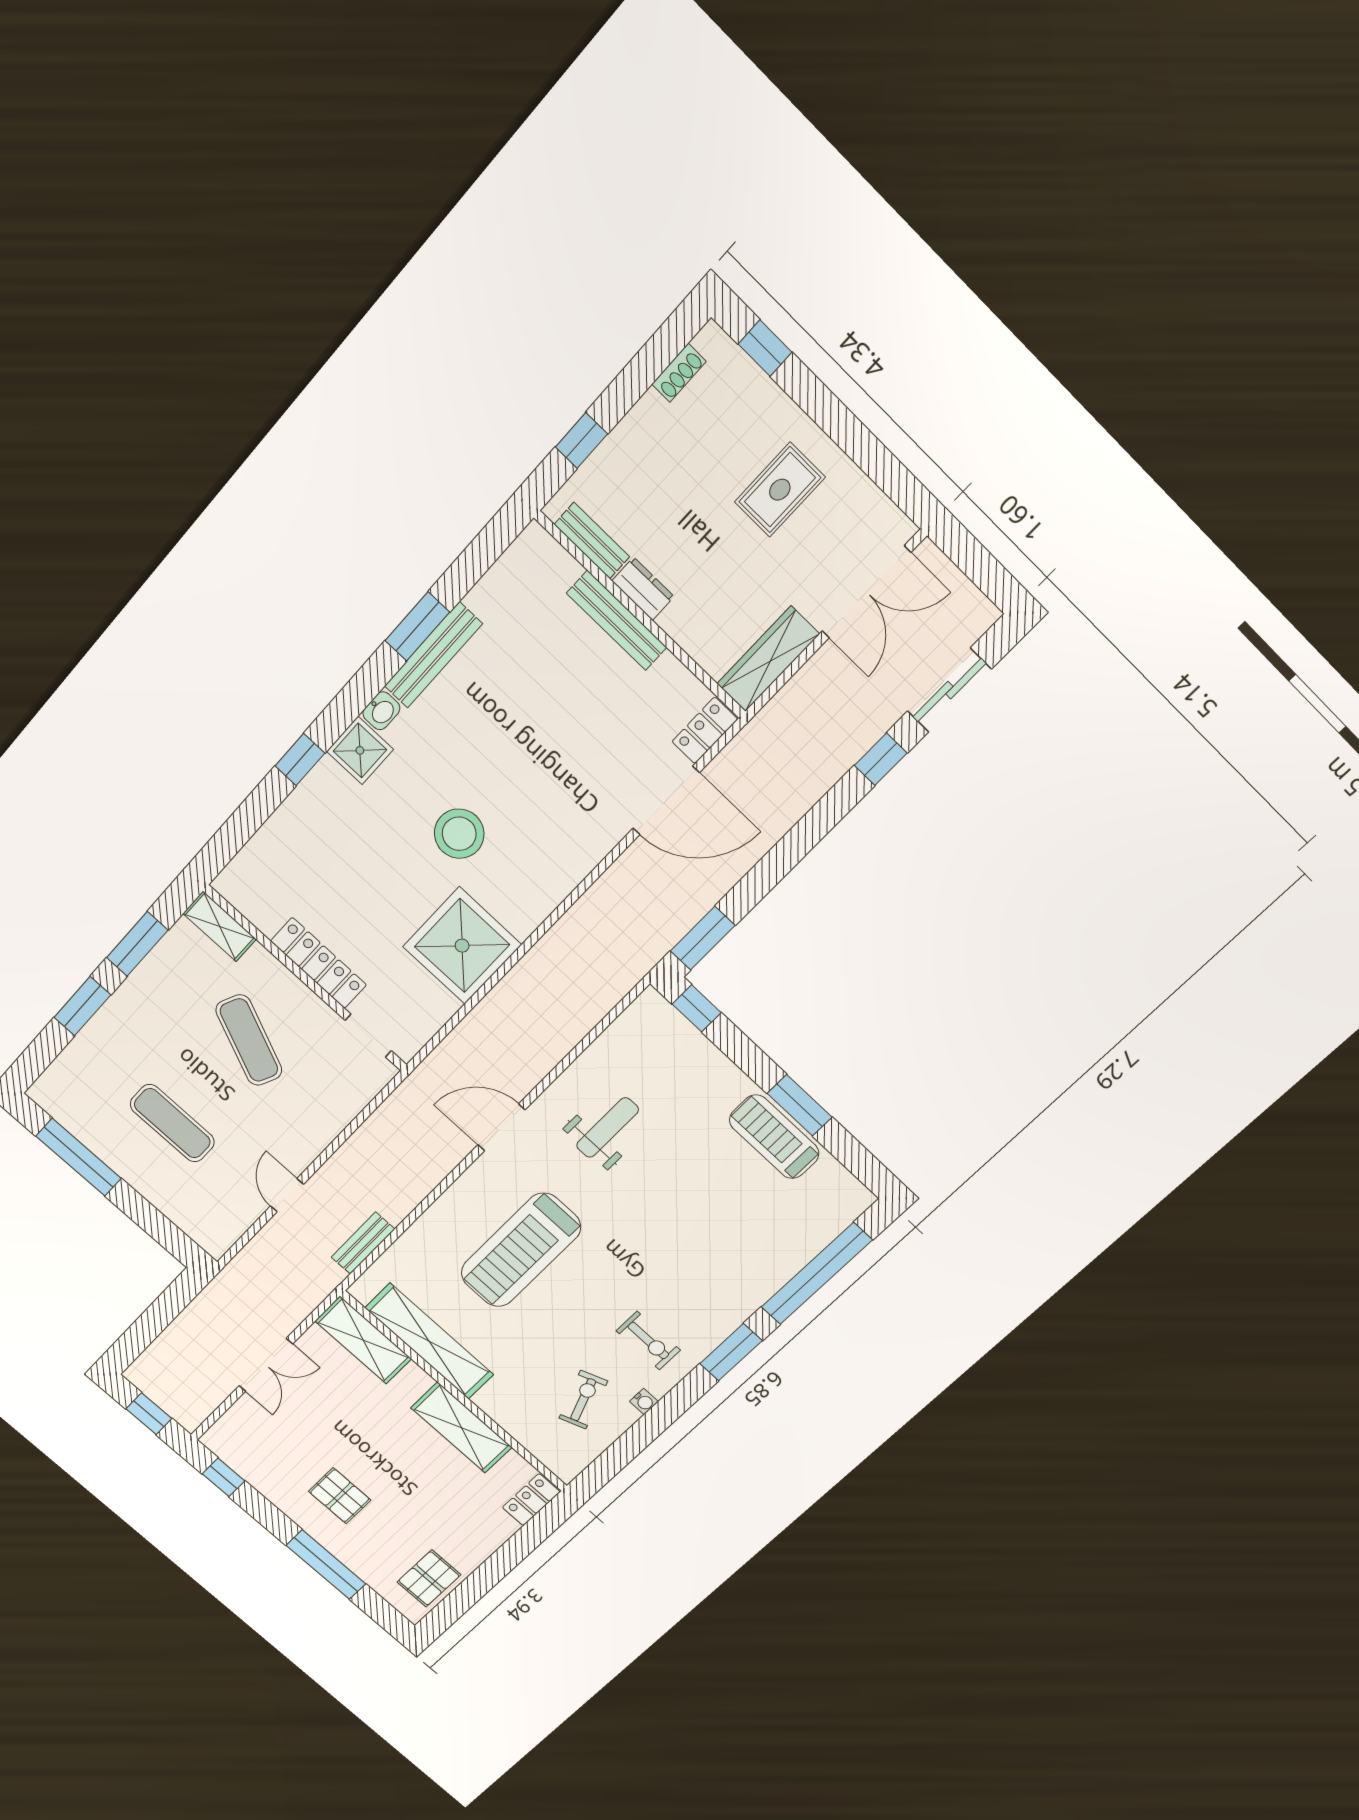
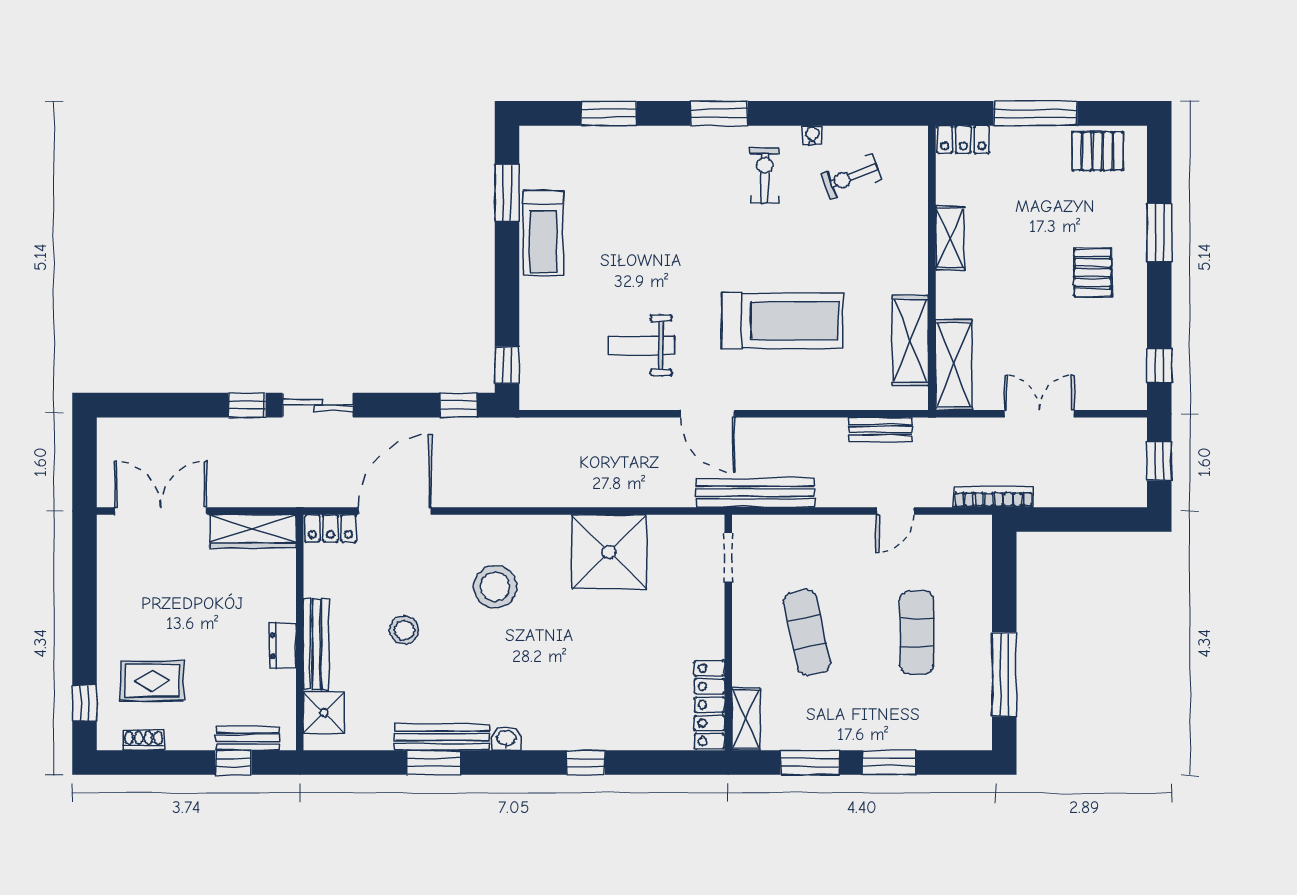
rug: (780, 490) -> (152, 681), moved
bench: (592, 541) -> (248, 738), moved, turned 90
sliding door: (949, 690) -> (318, 405), moved
stool: (557, 711) -> (404, 630), added
shower: (360, 750) -> (324, 713), moved
door: (666, 801) -> (395, 511), hinge flipped
stool: (459, 834) -> (495, 587), moved
window: (703, 938) -> (459, 405), width x0.67
locker: (319, 963) -> (709, 705), moved
exercise mat: (249, 1040) -> (807, 632), turned -36
bench: (402, 1105) -> (755, 493), added
window: (800, 1105) -> (507, 193), moved
window: (817, 1274) -> (609, 113), width x0.47
bookcase: (230, 1276) -> (993, 497), added
shelving: (429, 1341) -> (910, 340), width x0.68
shelving: (461, 1428) -> (950, 238), width x0.67, depth x0.75
window: (500, 1564) -> (1035, 113), added
window: (326, 1565) -> (1159, 232), width x0.69

